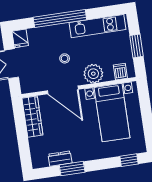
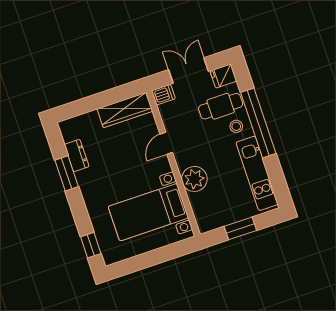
cafe table: (42, 44) -> (221, 106), added
stool: (65, 58) -> (236, 126), moved
dishwasher: (120, 72) -> (163, 95), moved
door: (63, 90) -> (166, 143), width x0.53

